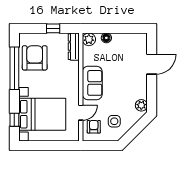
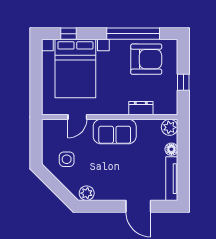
tv unit: (130, 38) -> (172, 179), added
dresser: (74, 47) -> (141, 108), moved, width x0.70
door: (81, 113) -> (77, 117), hinge flipped
armchair: (94, 127) -> (60, 133), removed

